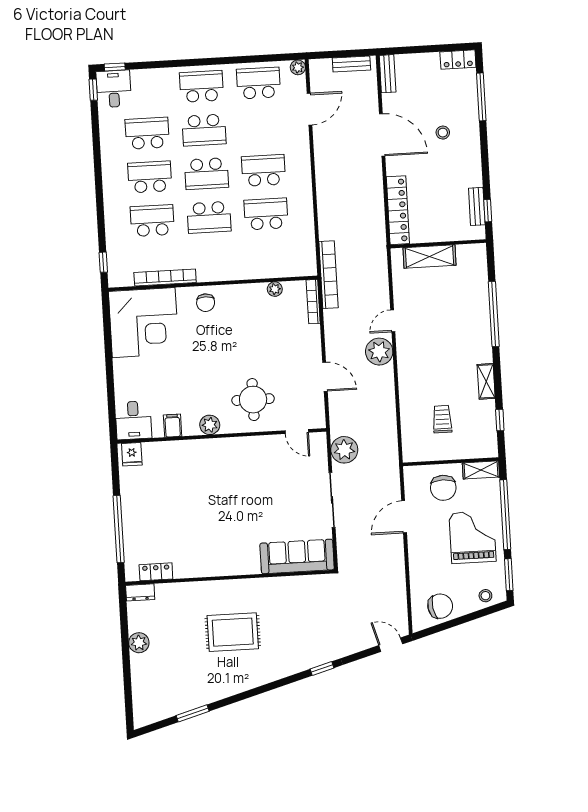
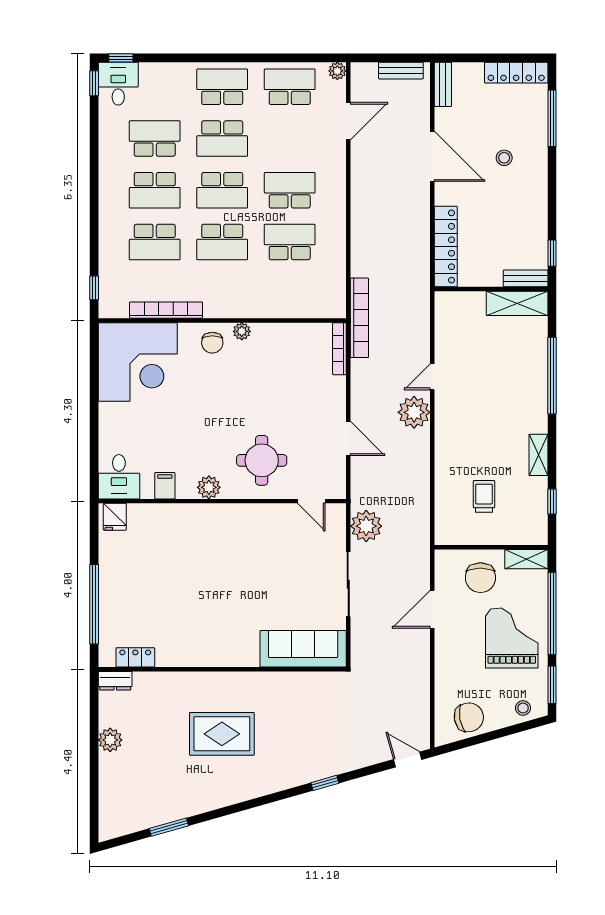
locker: (458, 60) -> (516, 73), width x1.53
school desk: (150, 177) -> (155, 190), turned 180
bench: (477, 206) -> (526, 278), moved, turned 90
school desk: (152, 221) -> (155, 242), turned 180
shelving: (429, 256) -> (517, 303), moved
plant: (275, 289) -> (242, 331), moved

